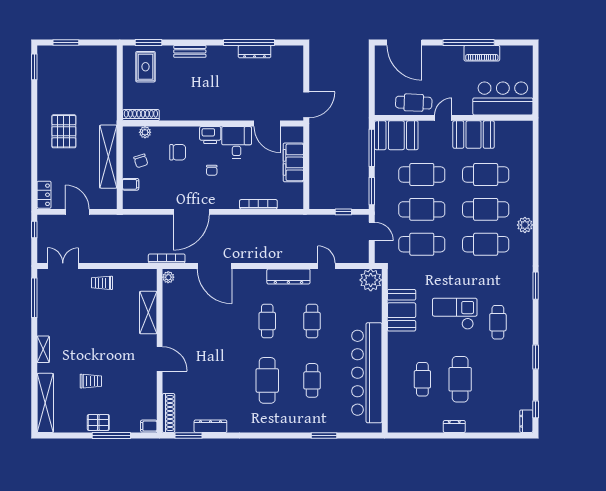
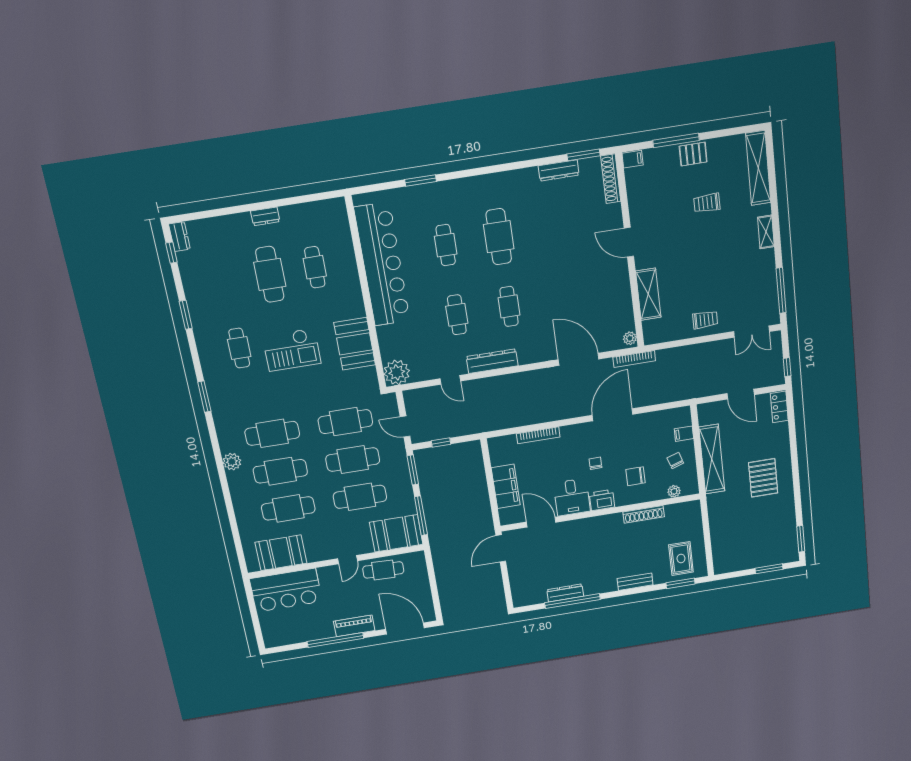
piano: (482, 53) -> (354, 626), moved
shoe rack: (141, 115) -> (644, 514), moved
booth: (474, 135) -> (281, 553), moved

